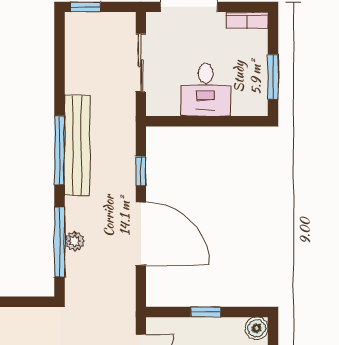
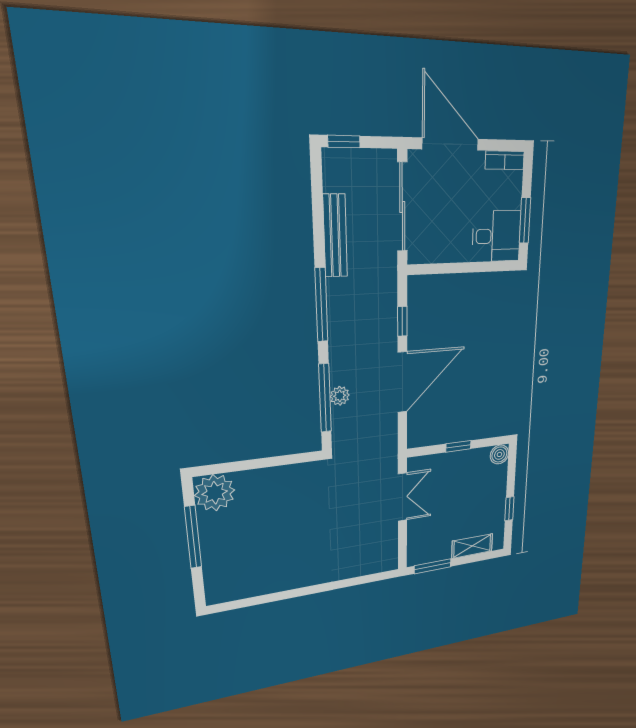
sliding door: (141, 63) -> (402, 207), width x1.37
desk: (206, 90) -> (496, 236), moved, turned -90
bench: (77, 145) -> (335, 236), moved, width x0.73, depth x0.82
door: (141, 234) -> (402, 382), hinge flipped

